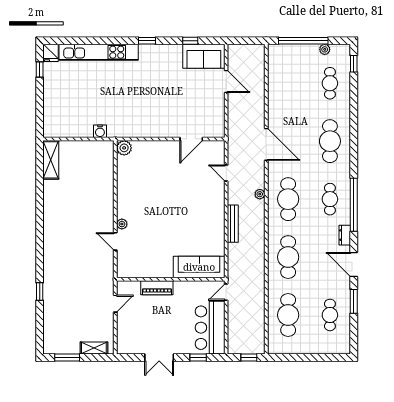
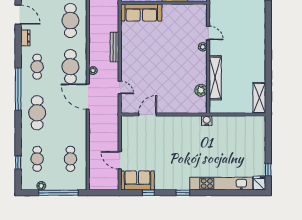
window: (354, 64) -> (18, 163), moved
cafe table: (288, 83) -> (70, 159), added
water cooler: (100, 131) -> (207, 121), moved
door: (266, 144) -> (88, 97), moved
plant: (124, 148) -> (201, 90), moved
shelving: (106, 185) -> (215, 78), added
window: (354, 205) -> (18, 89), moved

